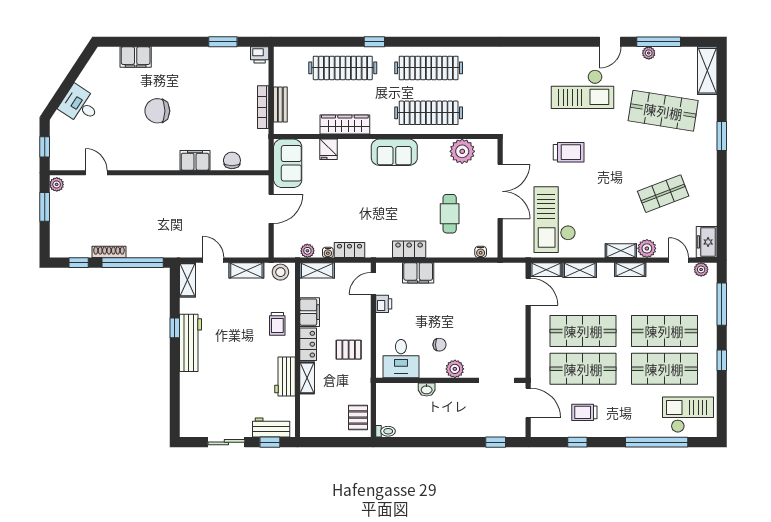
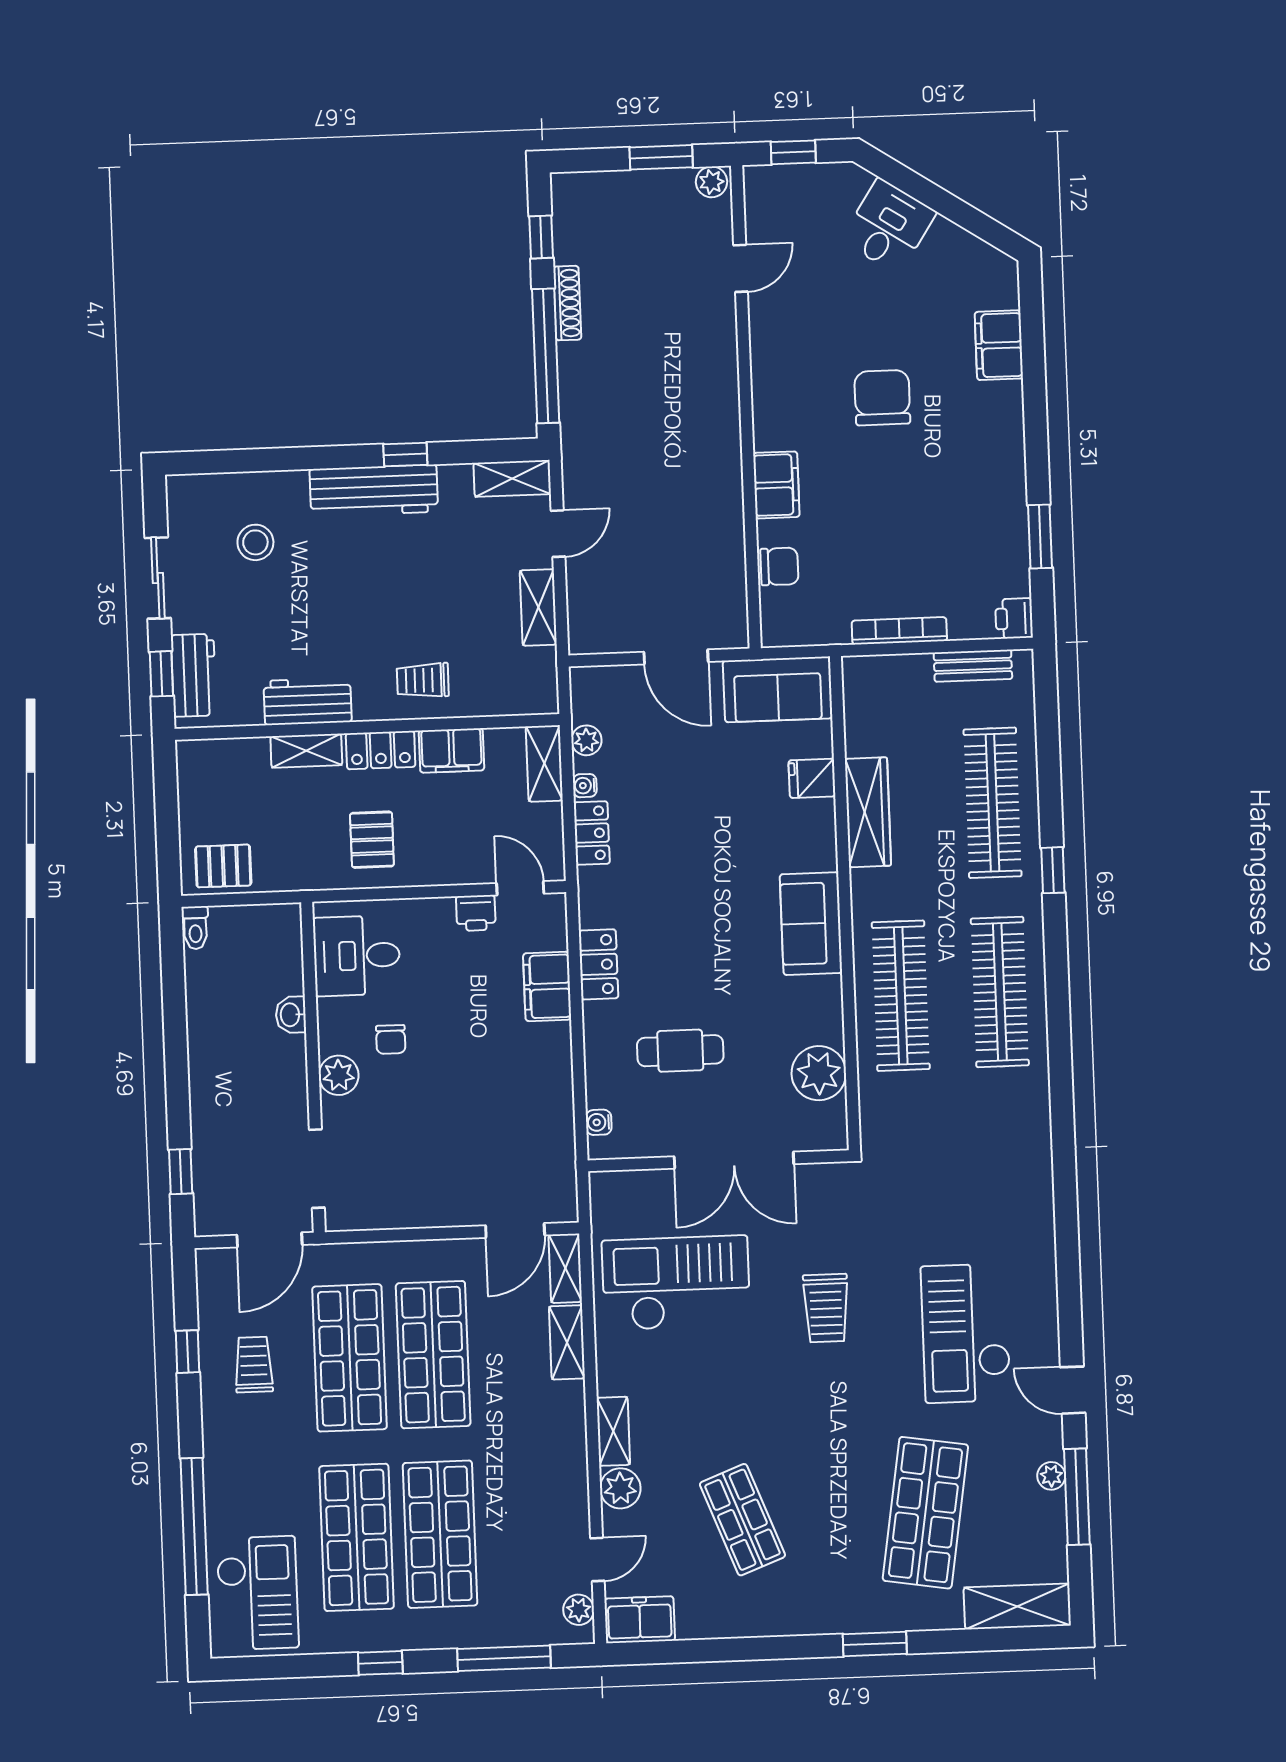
bench: (280, 104) -> (973, 666), moved
shelving: (630, 270) -> (572, 1453), removed
stool: (280, 272) -> (255, 542), moved

